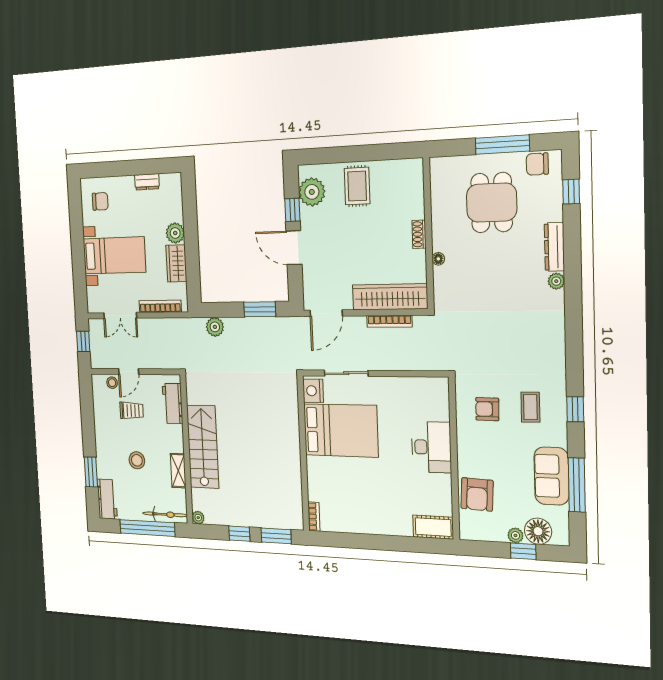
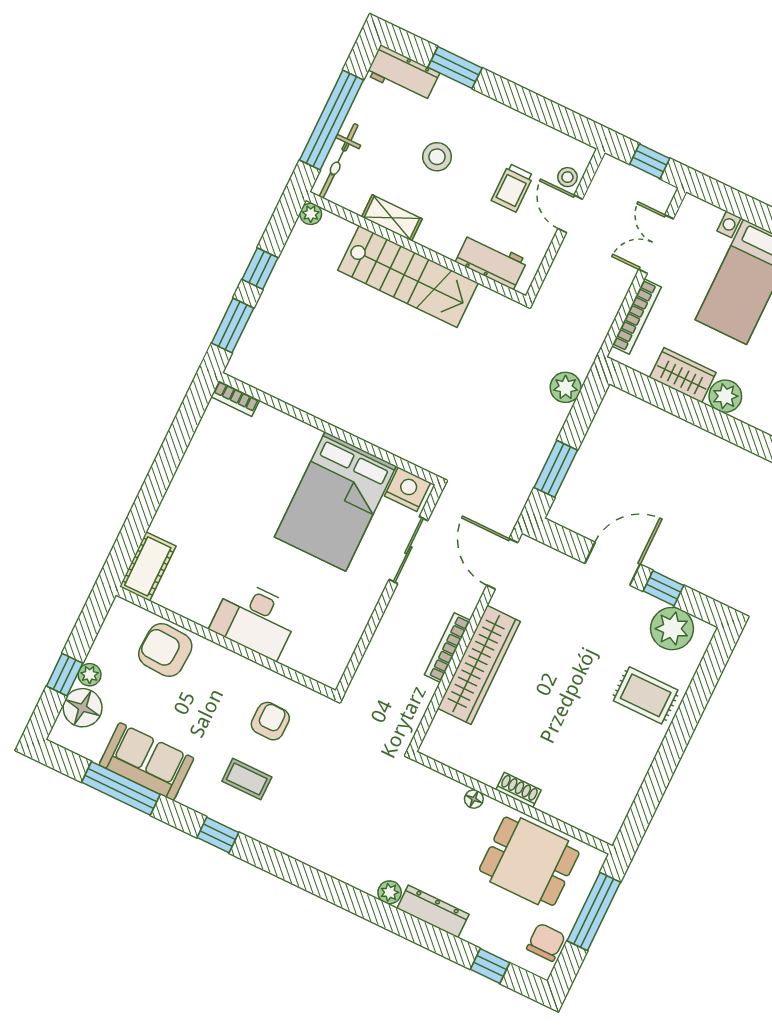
shoe rack: (419, 234) -> (518, 790), moved
wall: (428, 234) -> (513, 803), moved
floor lamp: (438, 259) -> (474, 799), moved

